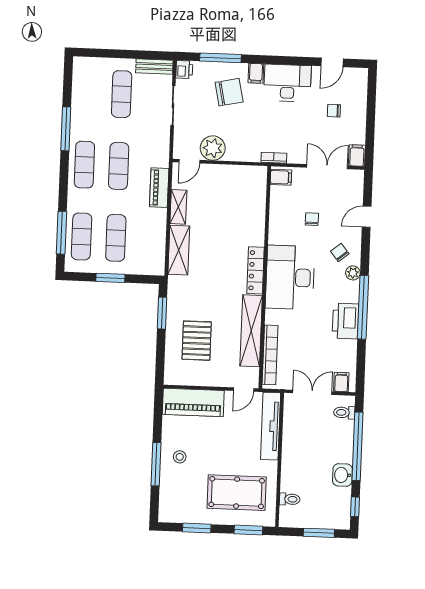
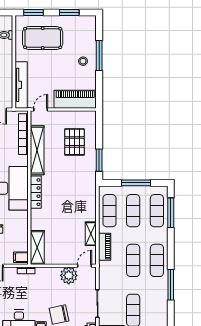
exercise mat: (150, 239) -> (109, 211), added
shelving: (179, 250) -> (37, 248), moved
window: (110, 278) -> (136, 183), width x1.44

